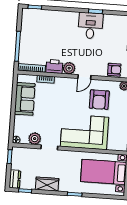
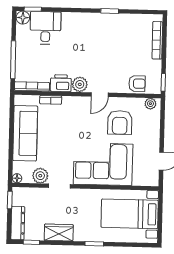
floor lamp: (27, 13) -> (23, 18), added
desk: (90, 26) -> (45, 28), moved
sofa: (25, 99) -> (25, 133), width x1.36
dresser: (15, 179) -> (18, 223), width x1.44

